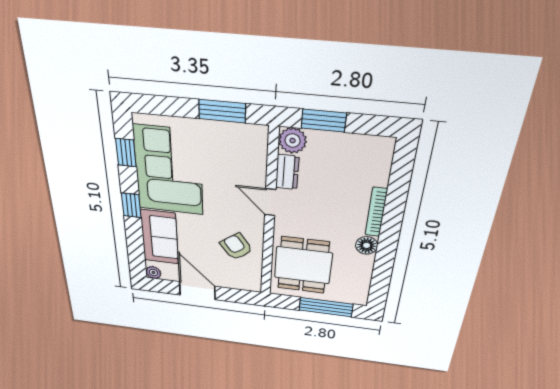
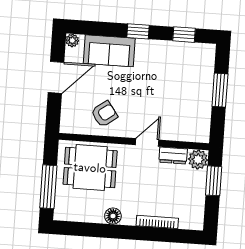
window: (222, 111) -> (220, 90), moved
corner sofa: (169, 171) -> (170, 66), removed
bookcase: (376, 212) -> (157, 222), moved

